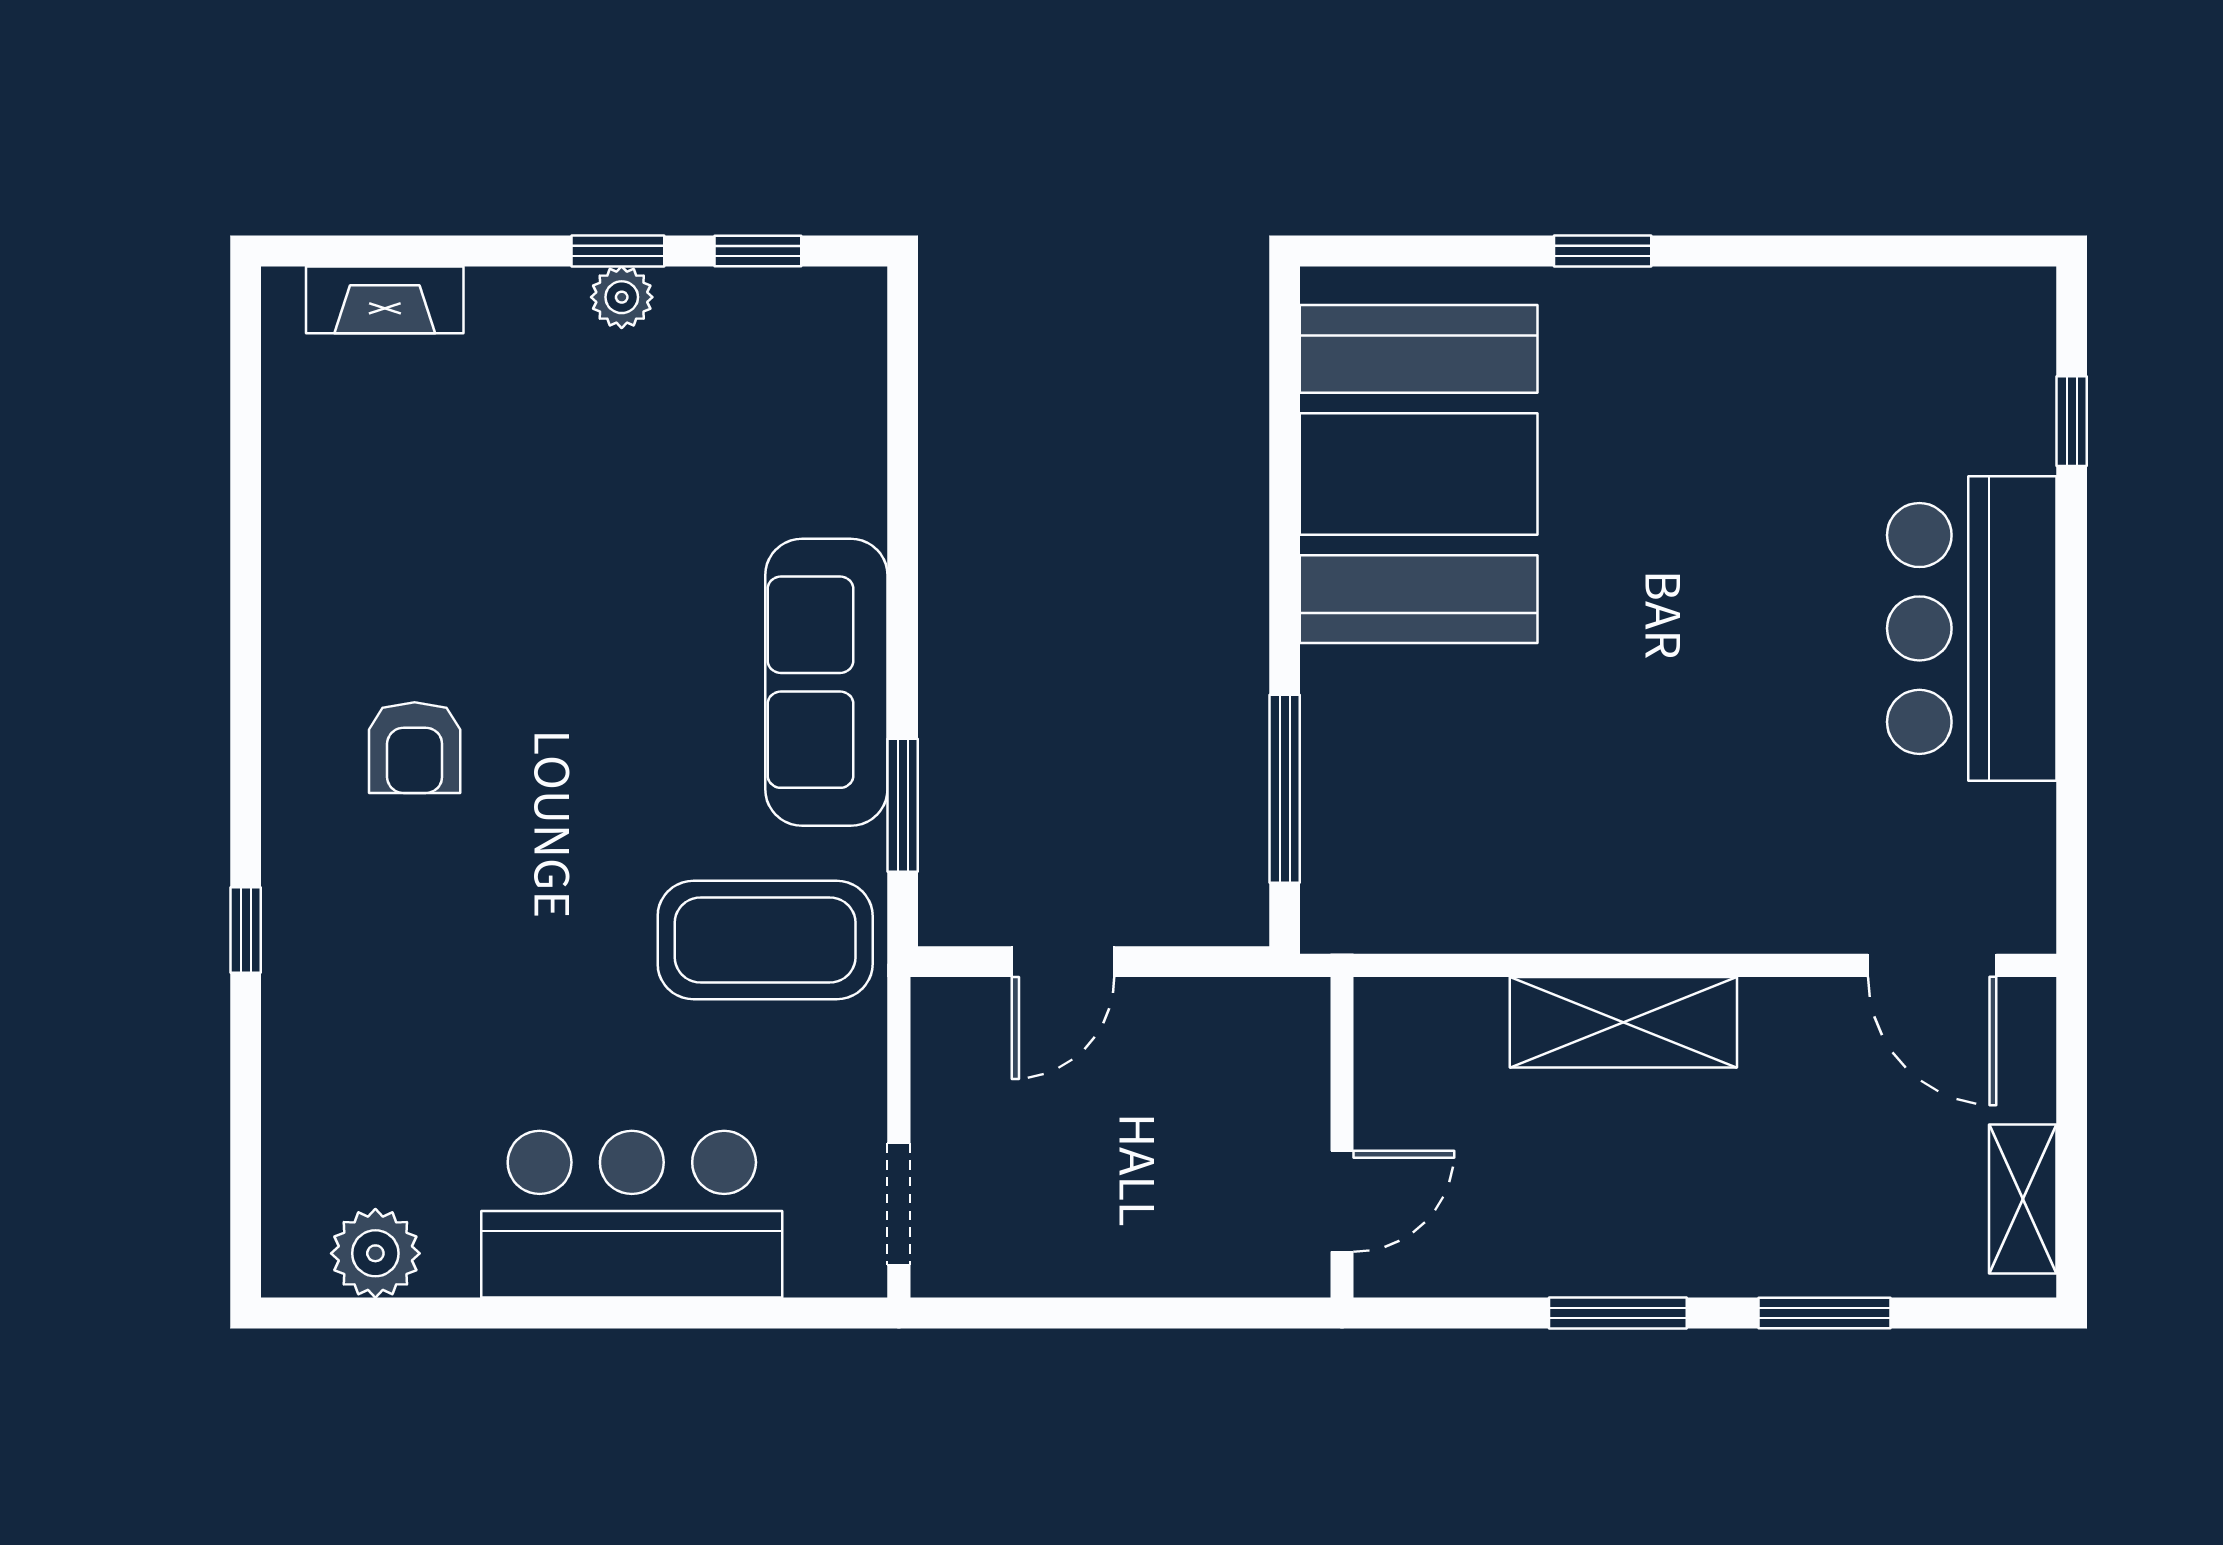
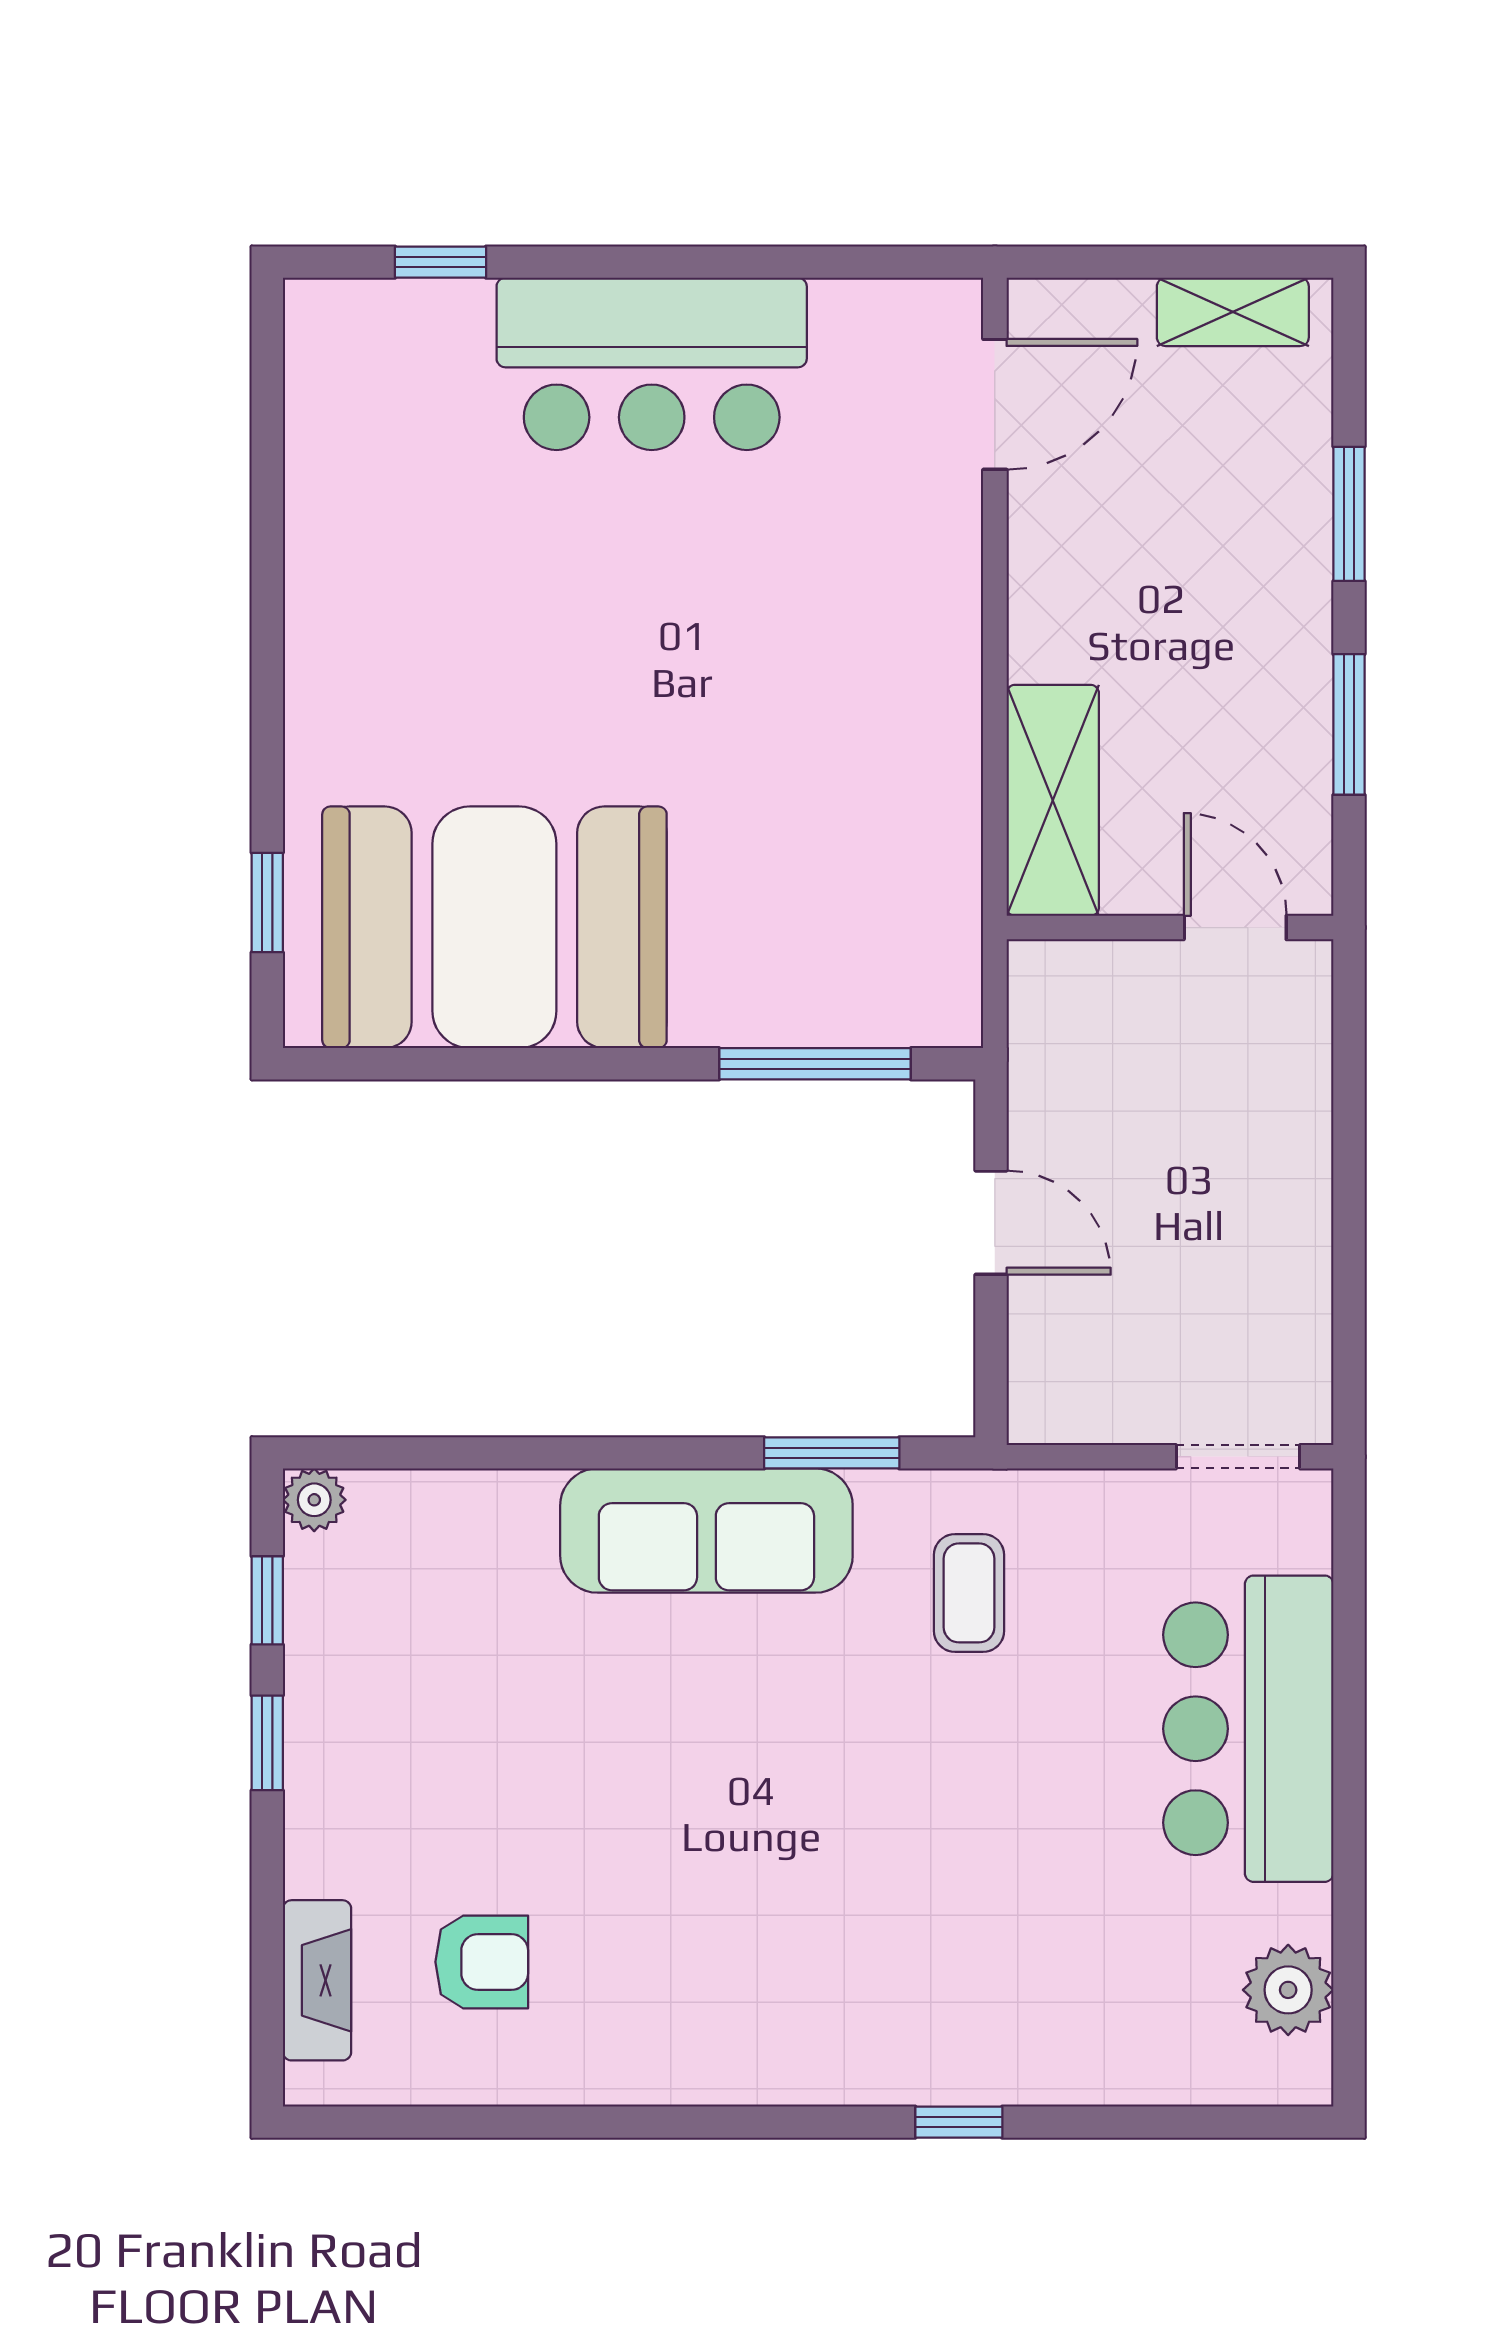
window: (1603, 251) -> (267, 903), moved
plant: (622, 297) -> (314, 1500), moved
armchair: (415, 748) -> (482, 1962), moved
coffee table: (765, 940) -> (969, 1593), width x0.54, depth x0.58
door: (1063, 962) -> (991, 1223), moved
shelving: (1623, 1022) -> (1053, 800), moved
wall: (1342, 1137) -> (1170, 928), moved
door: (1342, 1201) -> (1235, 928), moved

